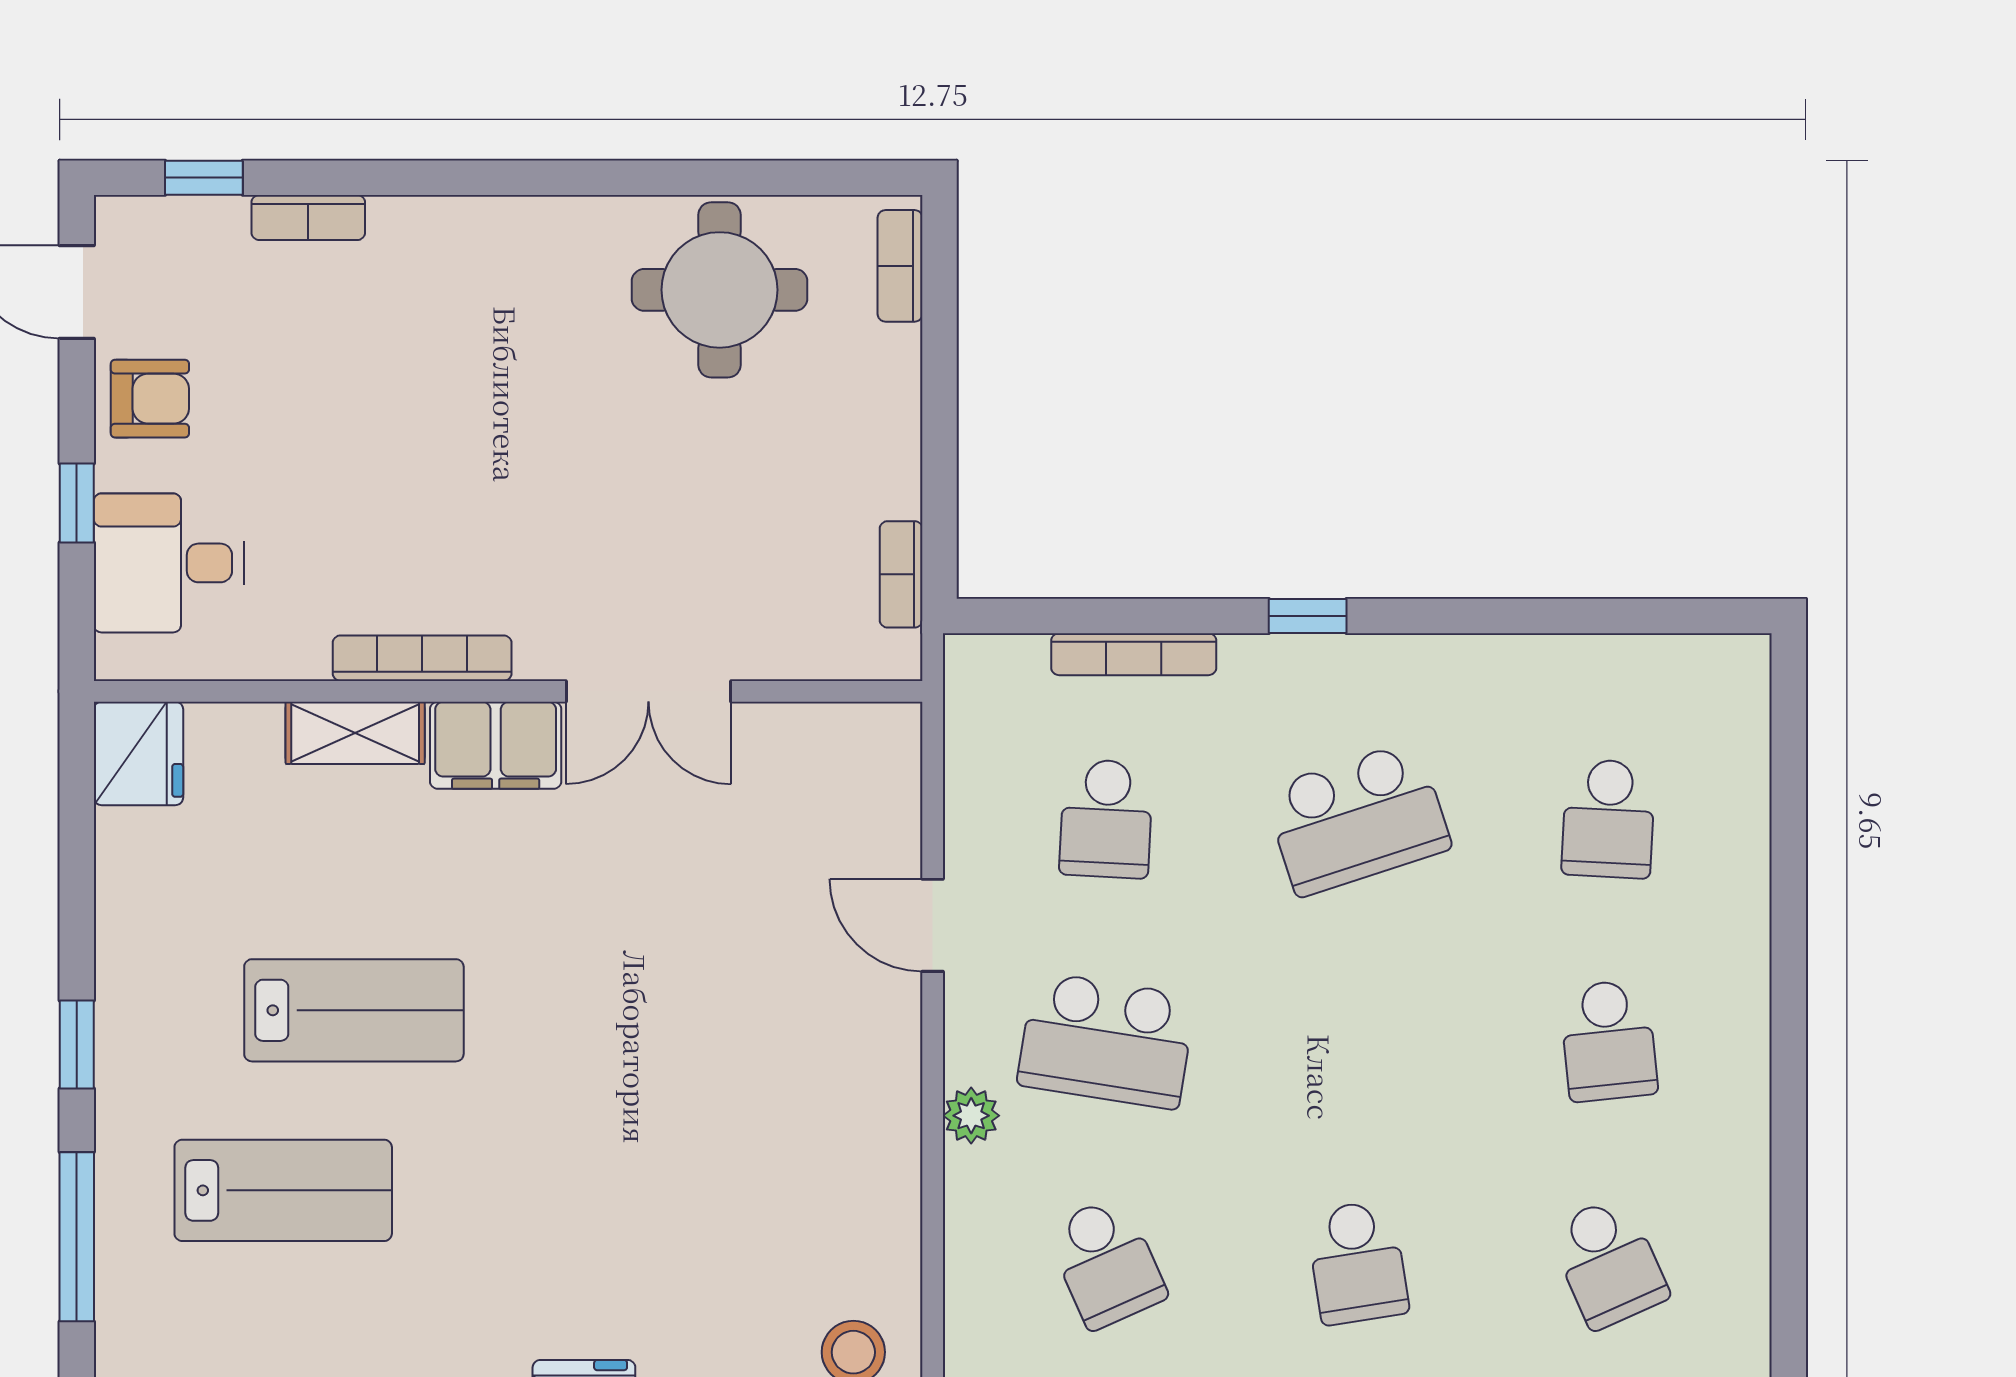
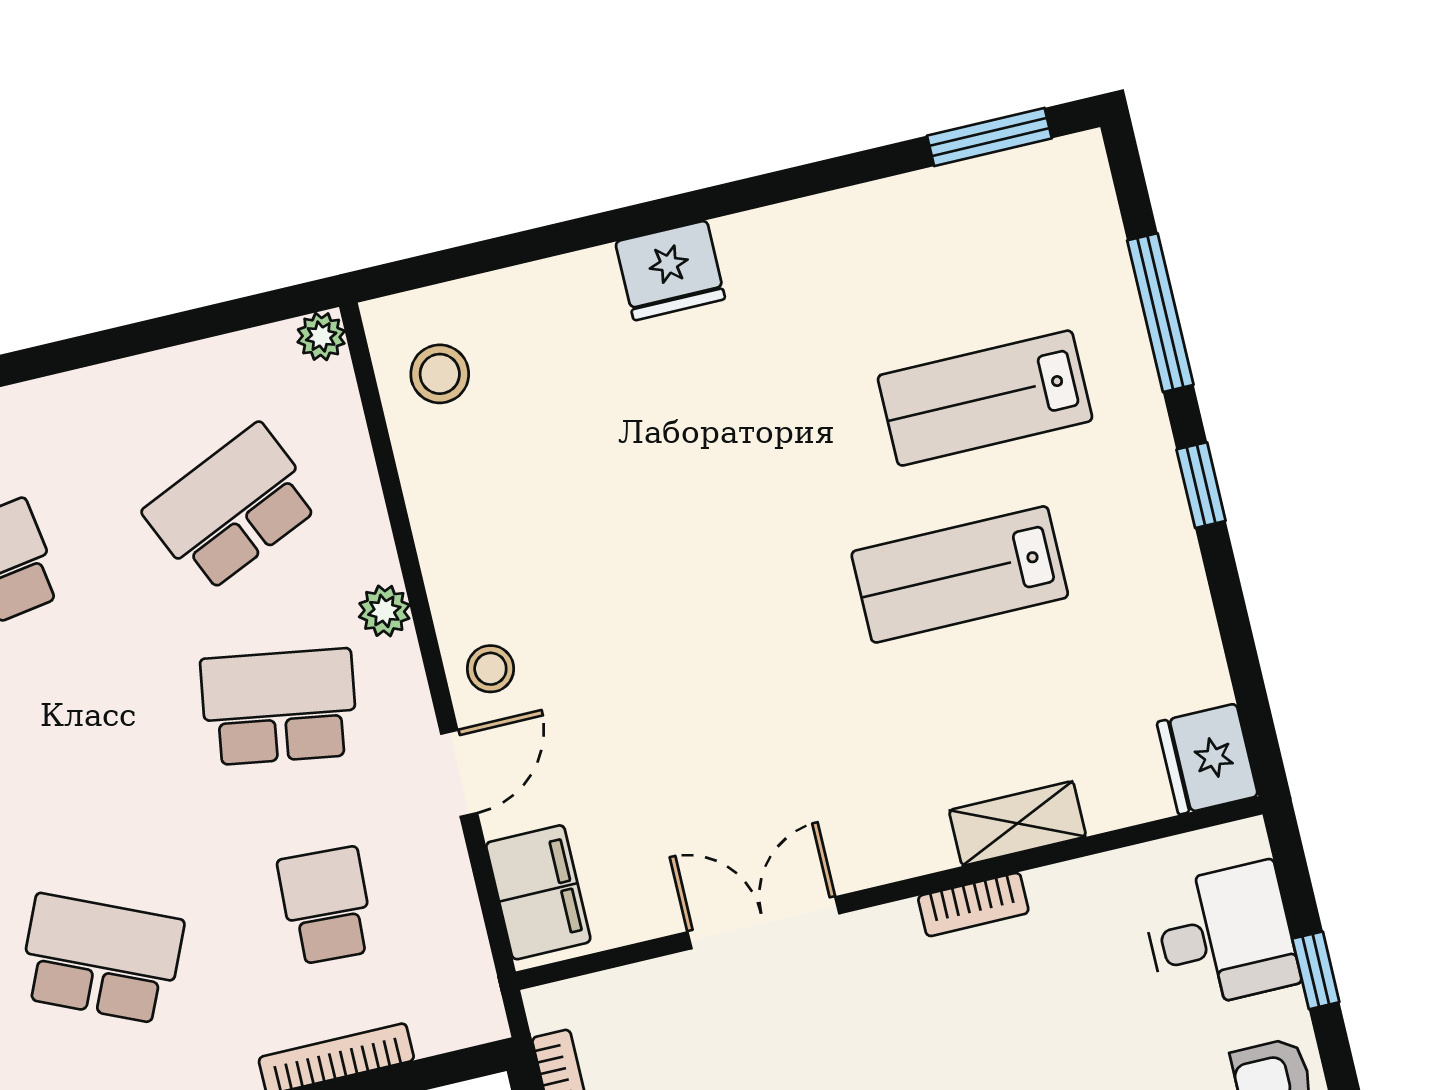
bookcase: (422, 658) -> (973, 905), width x0.64
filing cabinet: (496, 745) -> (538, 892), moved, turned 90
school desk: (1357, 819) -> (101, 959), turned 42
door: (933, 925) -> (459, 773), hinge flipped
stool: (873, 1028) -> (490, 669), added
school desk: (1106, 1262) -> (232, 508), width x1.85

